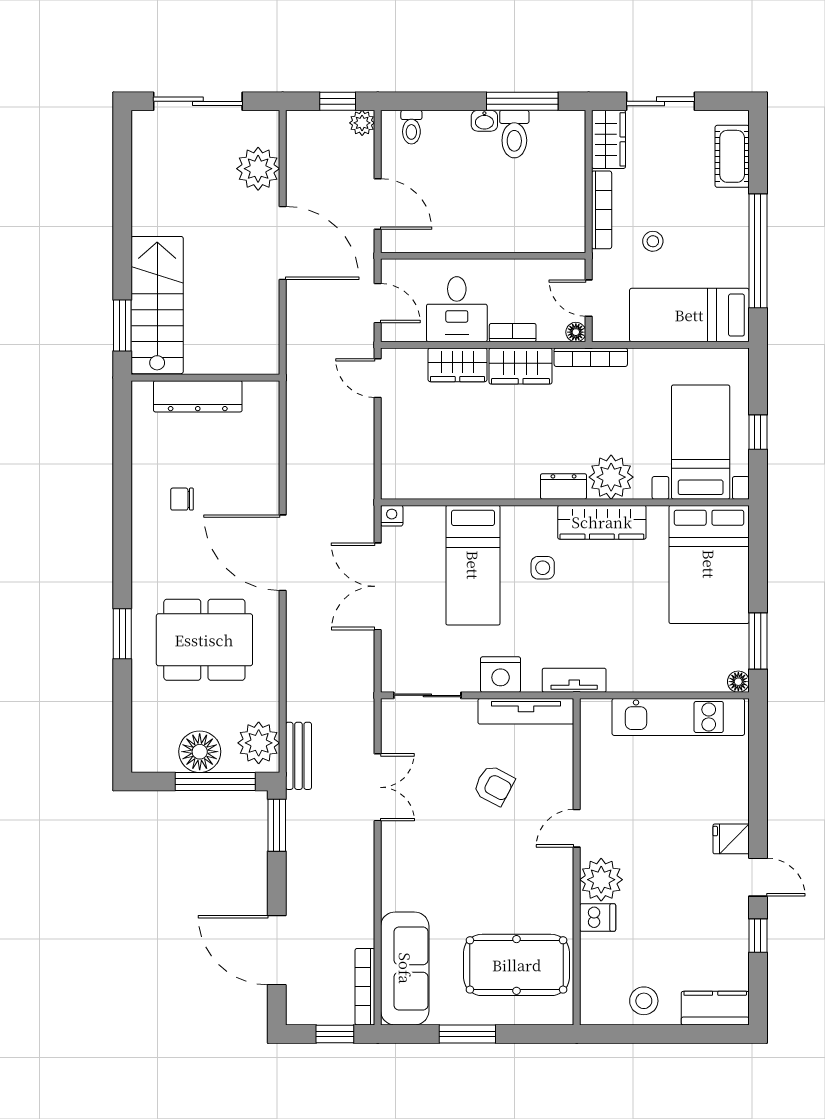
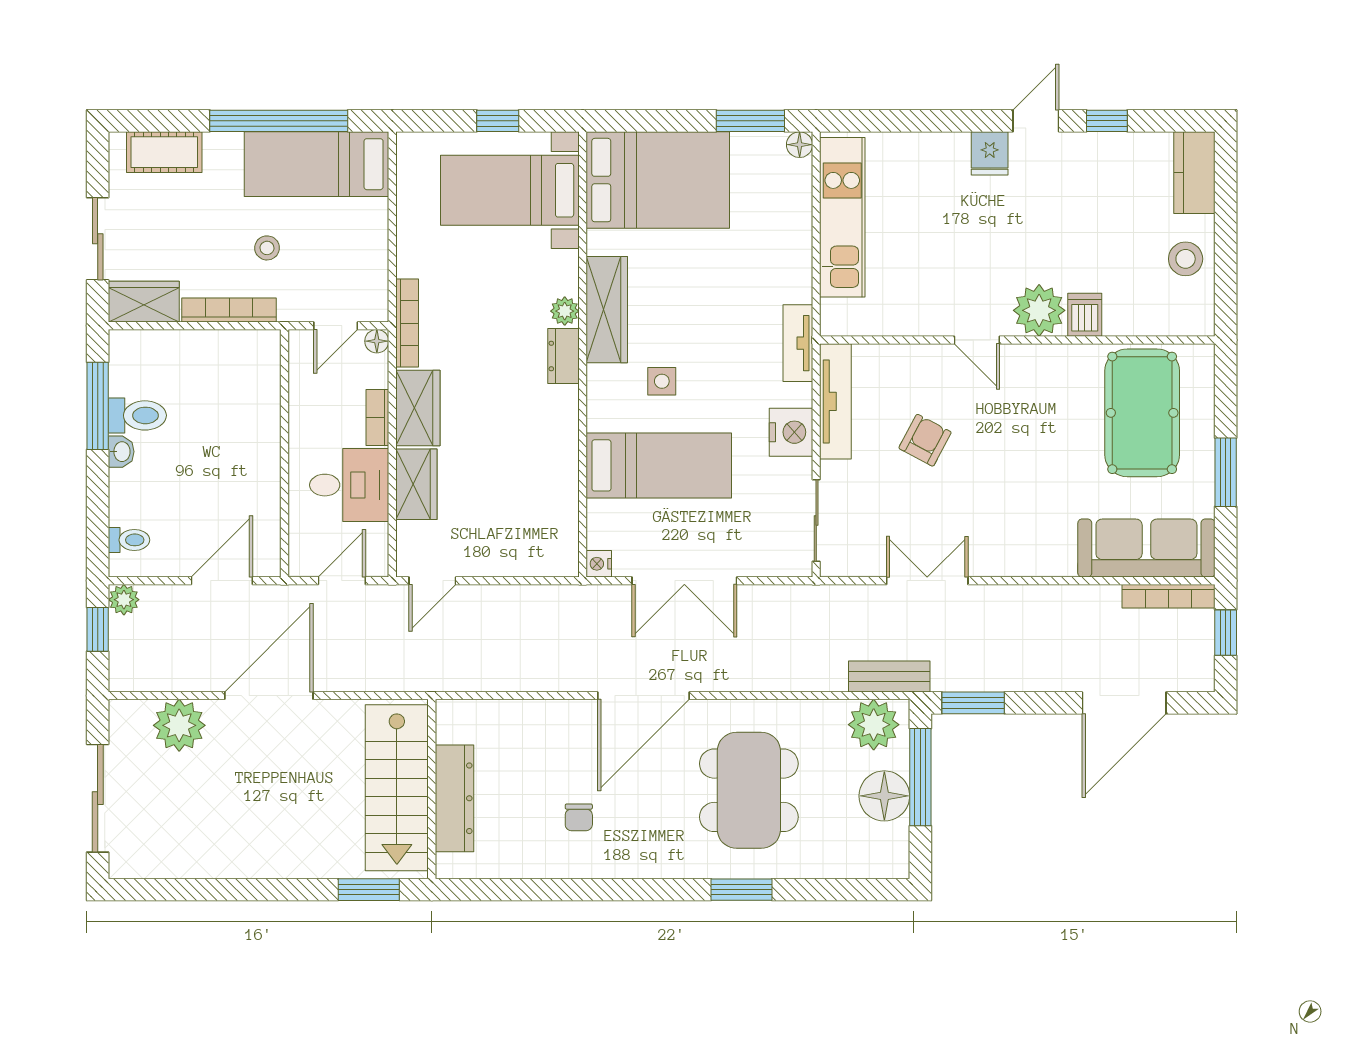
stairs: (157, 305) -> (397, 788), moved, turned -90
bed: (689, 315) -> (317, 164), moved, turned 90
plant: (611, 477) -> (565, 311), width x0.53, depth x0.53

